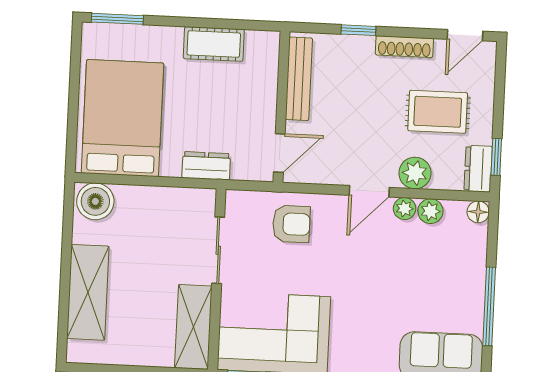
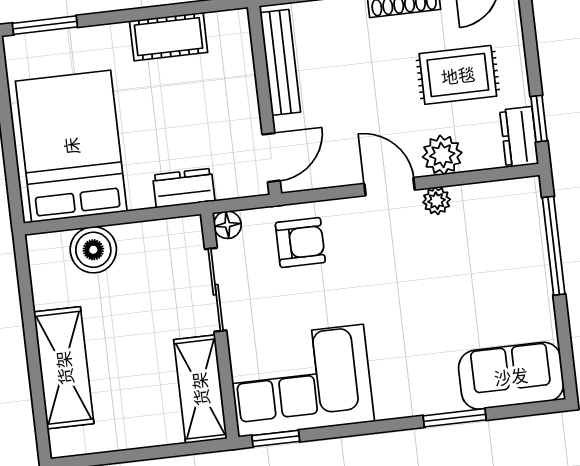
door: (369, 191) -> (390, 187), swing flipped
boiler: (95, 201) -> (93, 250), moved
plant: (430, 211) -> (469, 199), removed
floor lamp: (478, 212) -> (227, 225), moved
window: (489, 306) -> (554, 246), moved

